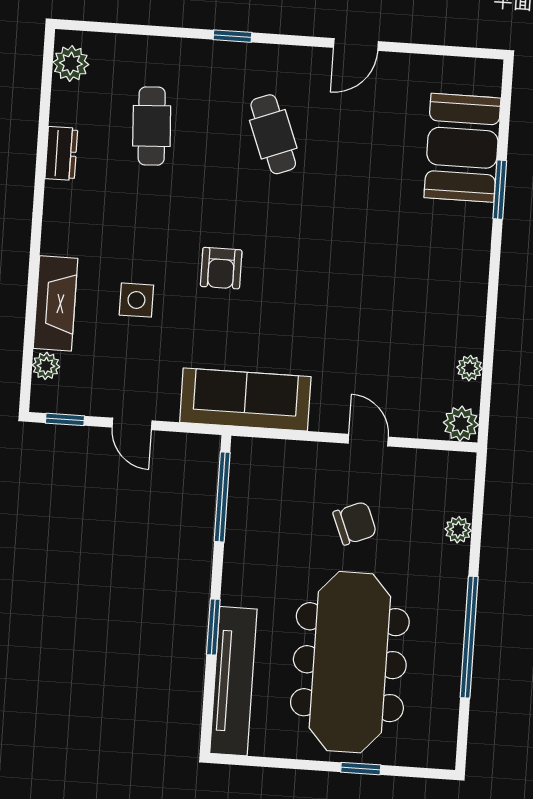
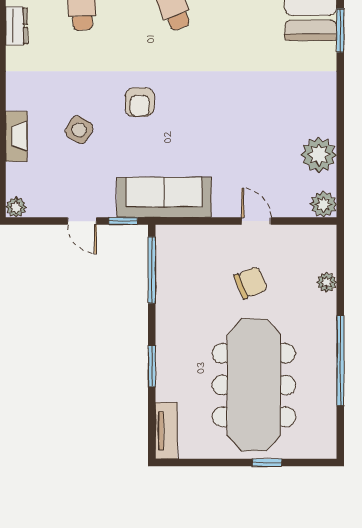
side table: (136, 300) -> (79, 130), turned 30
fireplace: (55, 303) -> (16, 136), width x0.73, depth x0.76
plant: (46, 366) -> (16, 207), moved
plant: (470, 368) -> (319, 155), width x1.88, depth x1.88
window: (65, 419) -> (123, 221), moved
tv unit: (233, 681) -> (166, 431), width x0.52, depth x0.78

